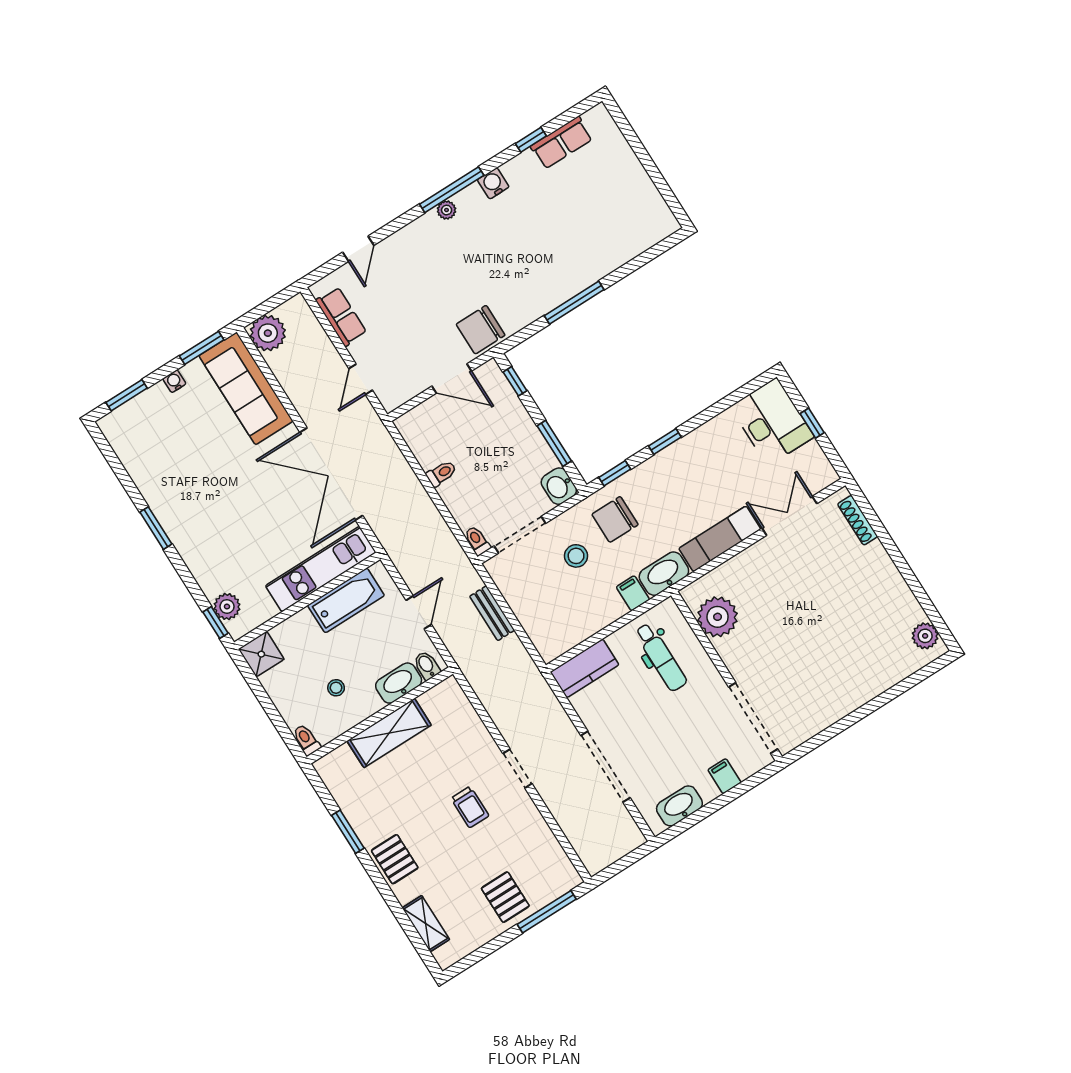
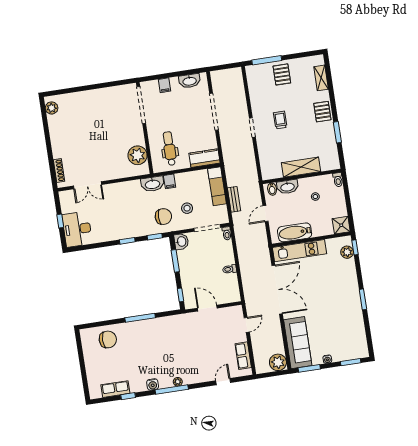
chair: (481, 330) -> (108, 339), moved
exam couch: (720, 539) -> (217, 186), moved, turned 90

